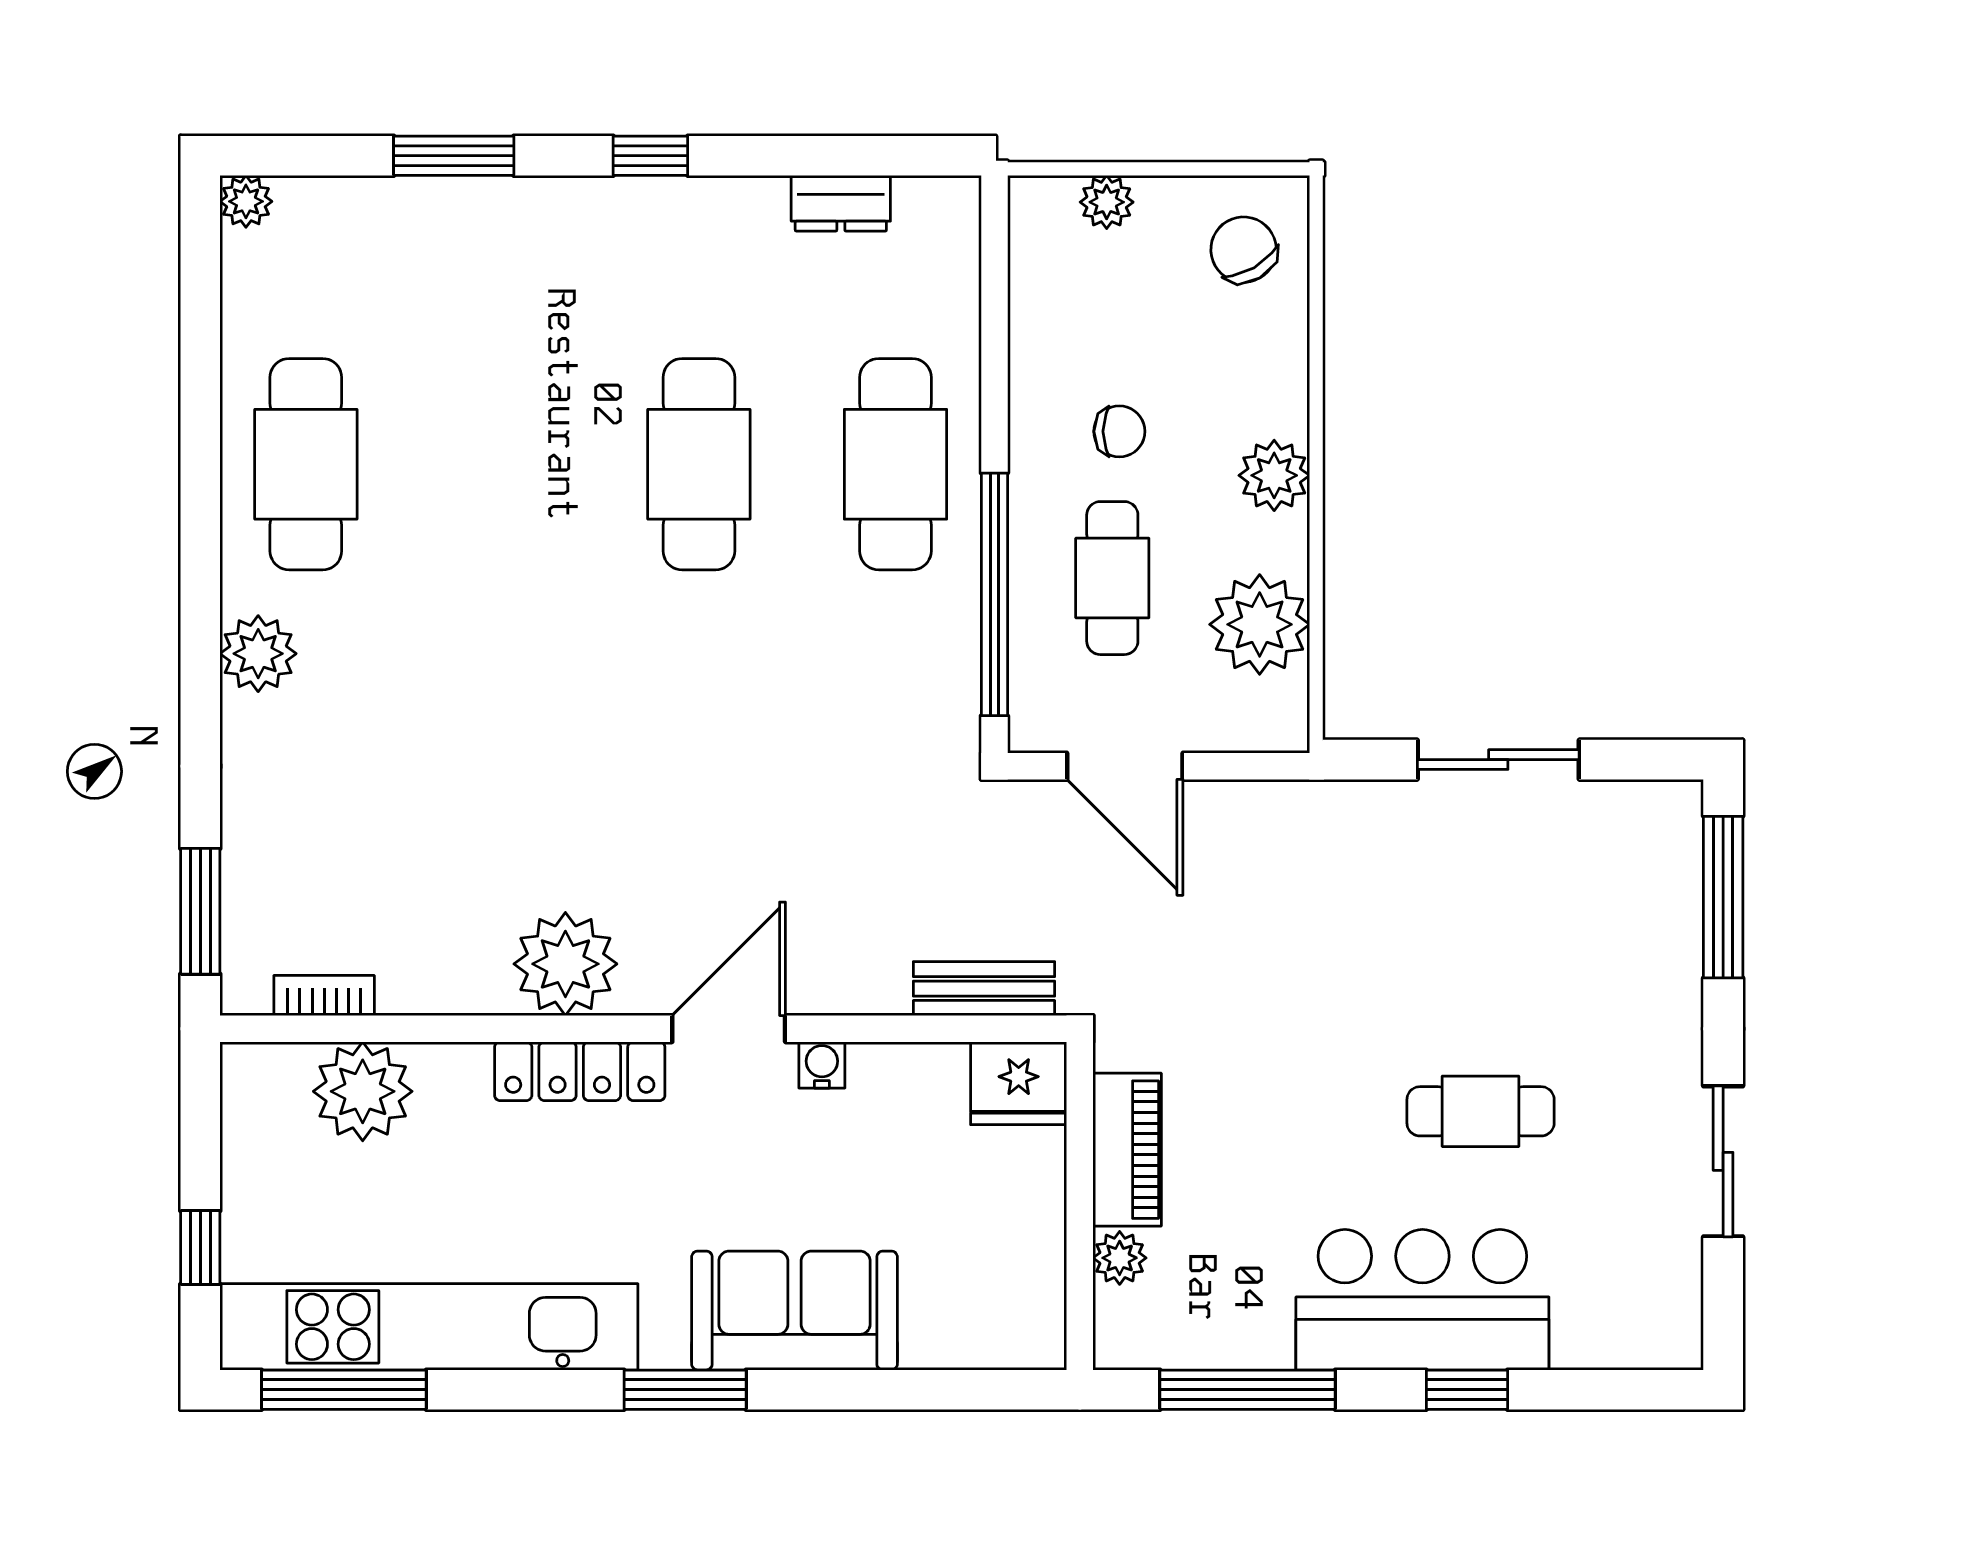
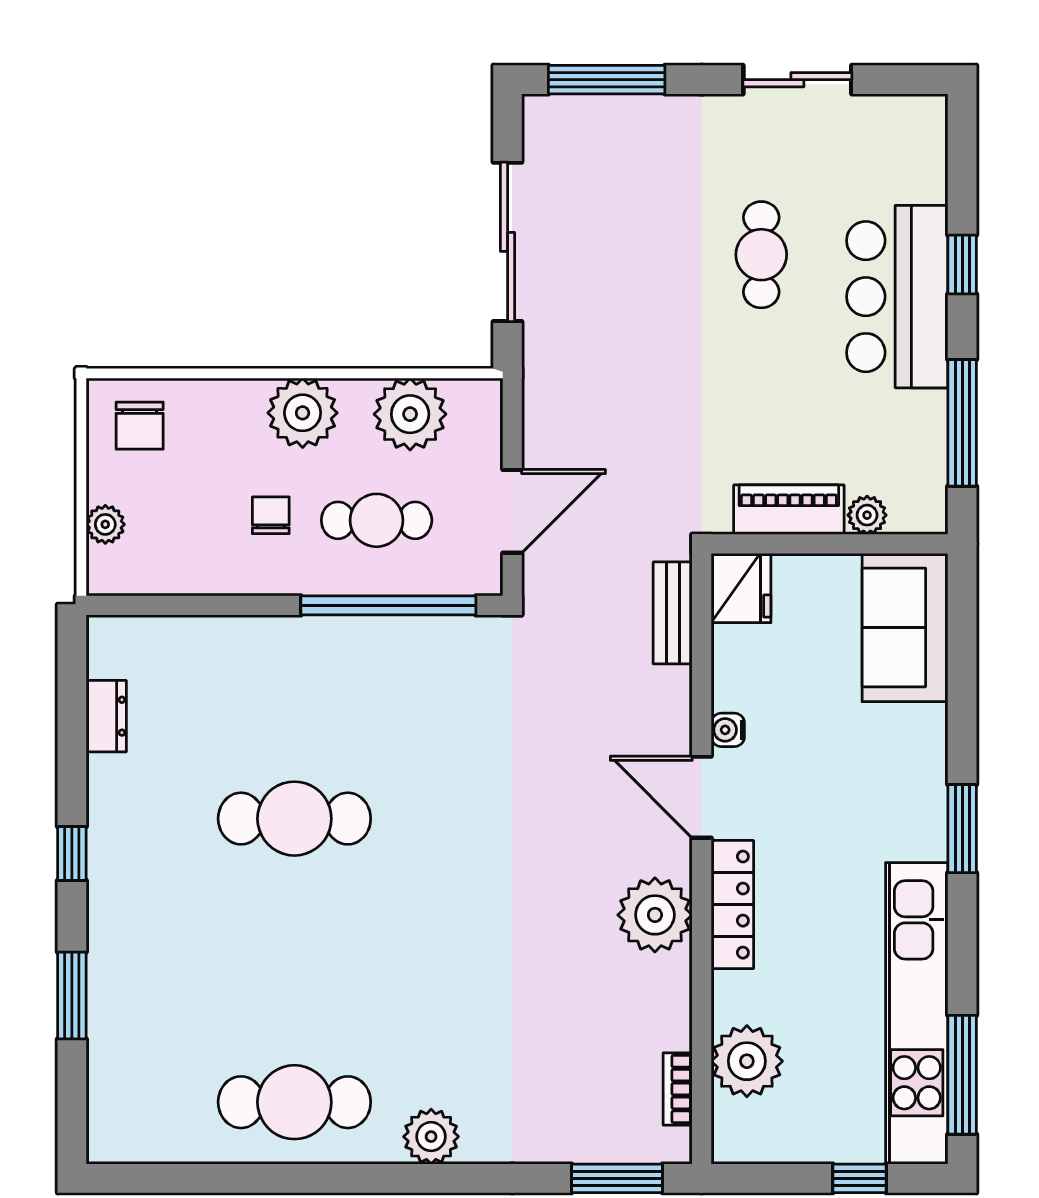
plant: (246, 201) -> (105, 1145), removed
chair: (1244, 250) -> (140, 426), turned -60
cafe table: (895, 464) -> (294, 677), removed
plant: (1274, 475) -> (303, 413), width x1.36, depth x1.36
sliding door: (1498, 760) -> (508, 242), width x1.37
sofa: (795, 1311) -> (905, 627), moved

